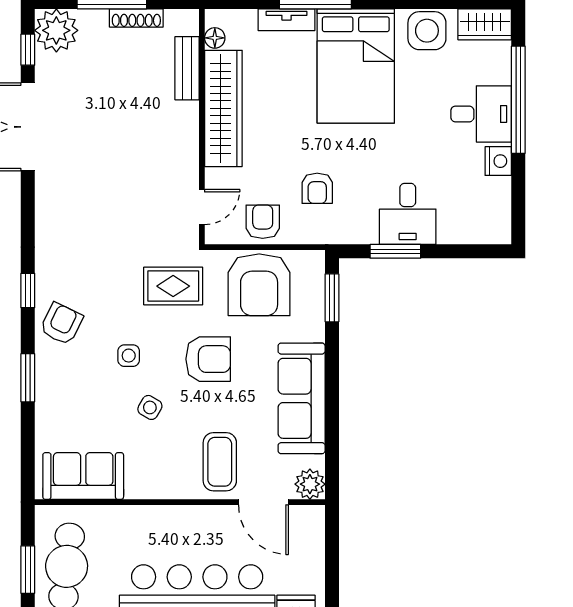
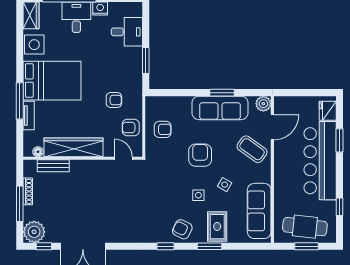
desk: (408, 214) -> (127, 32), moved
armchair: (259, 285) -> (163, 129), width x0.53, depth x0.53
rug: (173, 286) -> (217, 227), moved
window: (332, 298) -> (222, 93), moved
coffee table: (220, 462) -> (252, 149), turned 36
sofa: (83, 476) -> (259, 211), width x1.36

